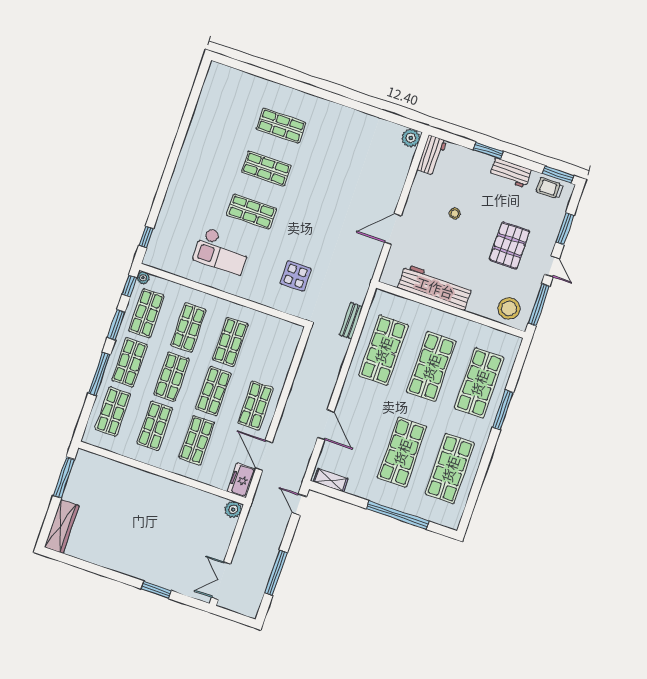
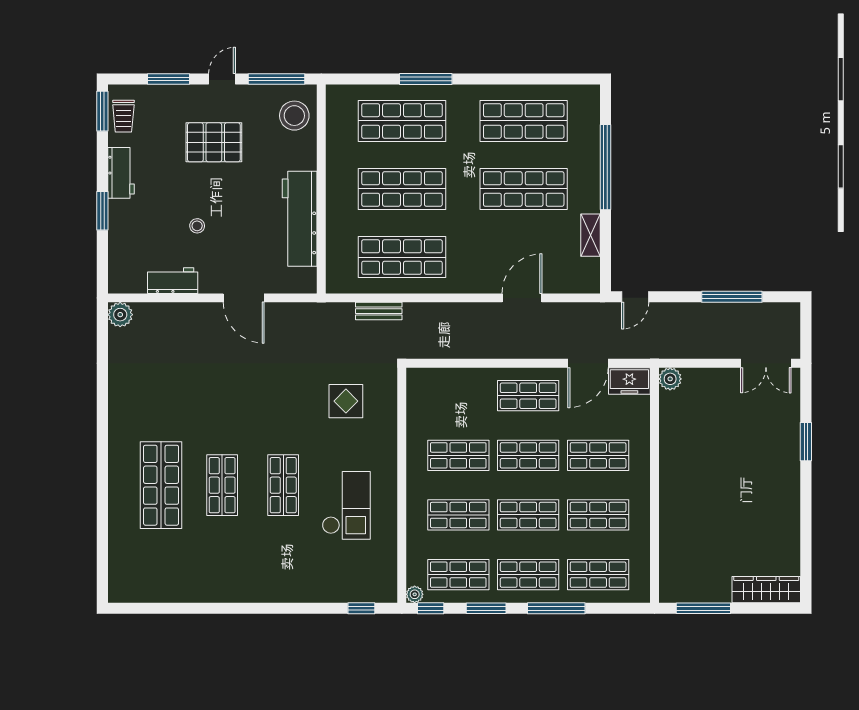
shop shelf: (281, 126) -> (161, 485), width x1.43, depth x1.36
workbench: (432, 155) -> (173, 281), moved
shelving: (331, 480) -> (590, 235), moved

